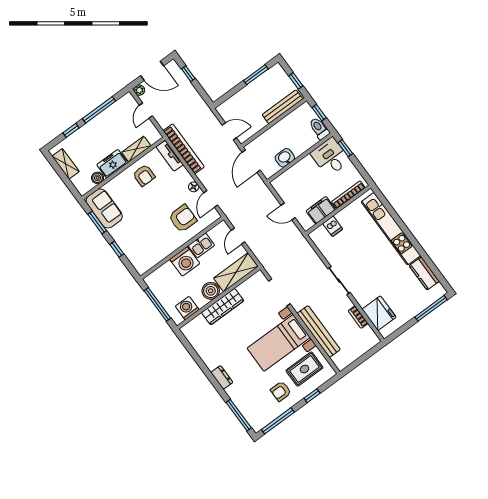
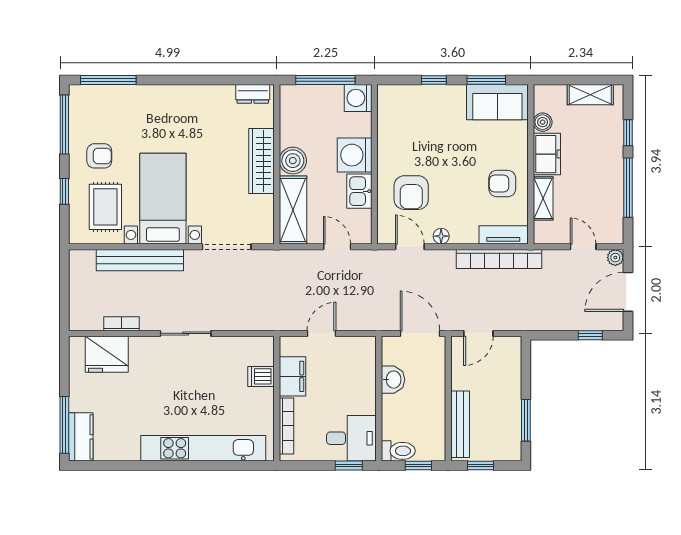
kitchen counter: (424, 273) -> (81, 437), moved, turned 90
washing machine: (187, 308) -> (358, 98), moved, turned 180
dresser: (222, 377) -> (253, 94), moved
armchair: (281, 391) -> (99, 156), turned 90

